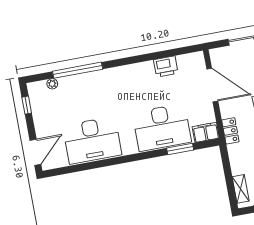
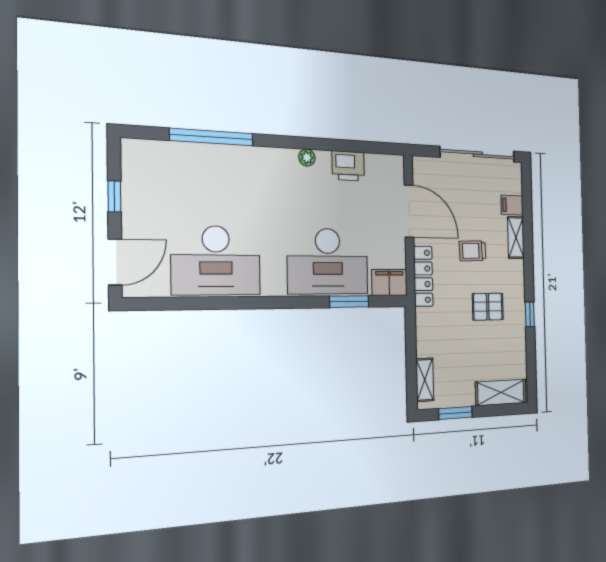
plant: (52, 84) -> (307, 158), moved
window: (27, 105) -> (114, 196), moved
locker: (230, 131) -> (423, 276), width x1.53

